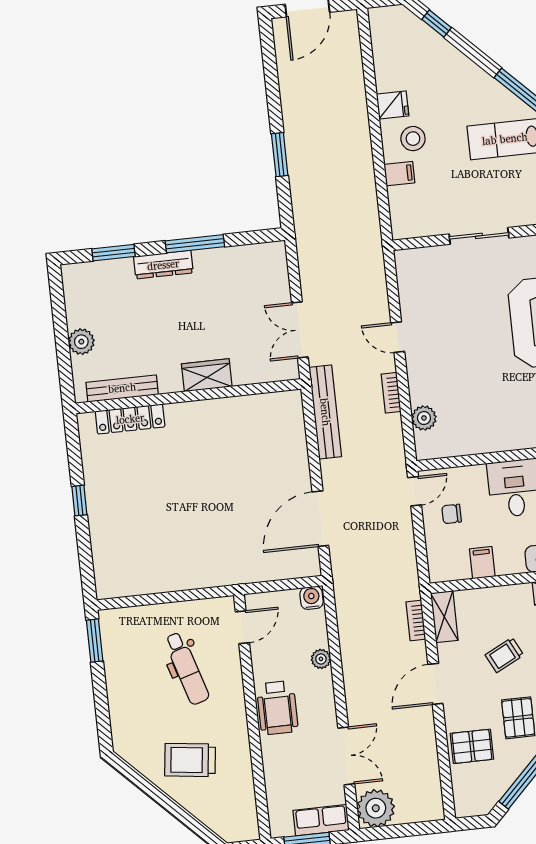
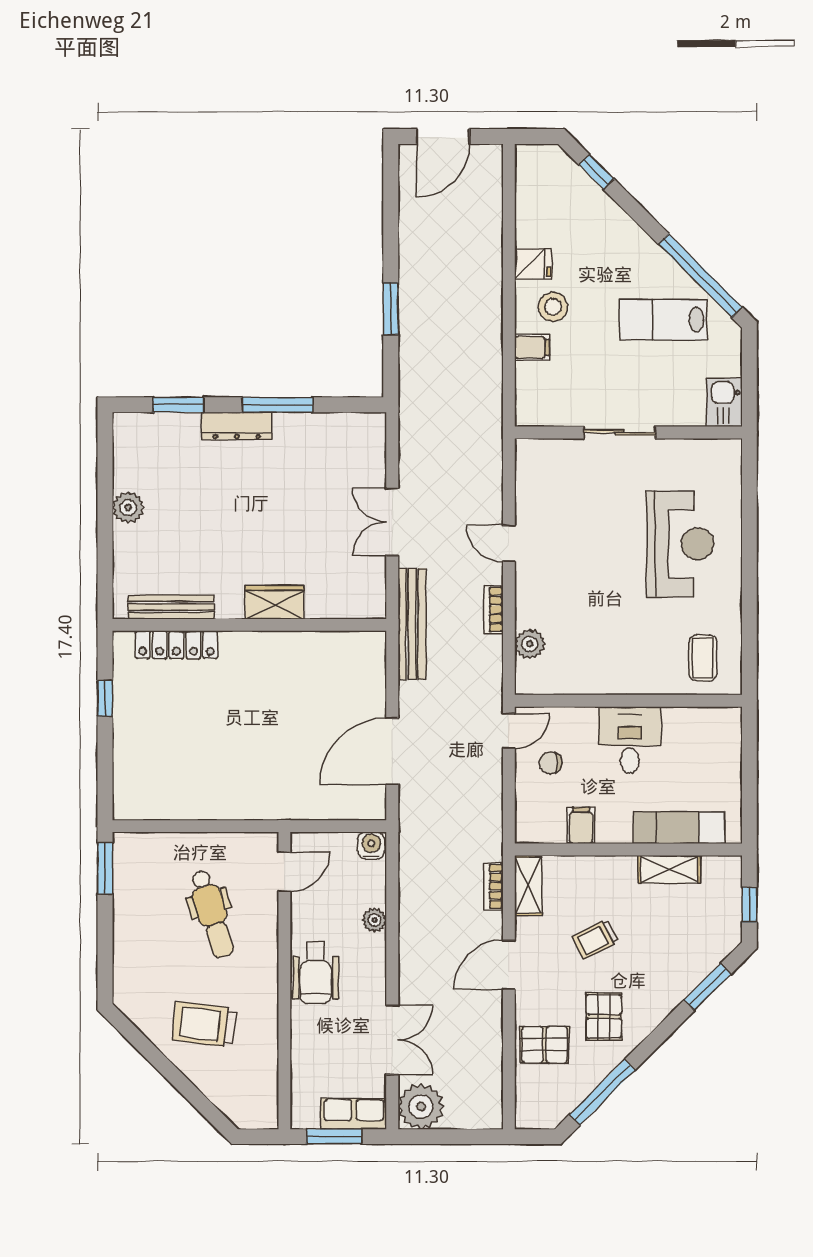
wardrobe: (207, 375) -> (274, 602), moved
bench: (122, 388) -> (171, 607), moved
wall: (188, 396) -> (249, 625), moved
locker: (130, 419) -> (176, 645), moved

